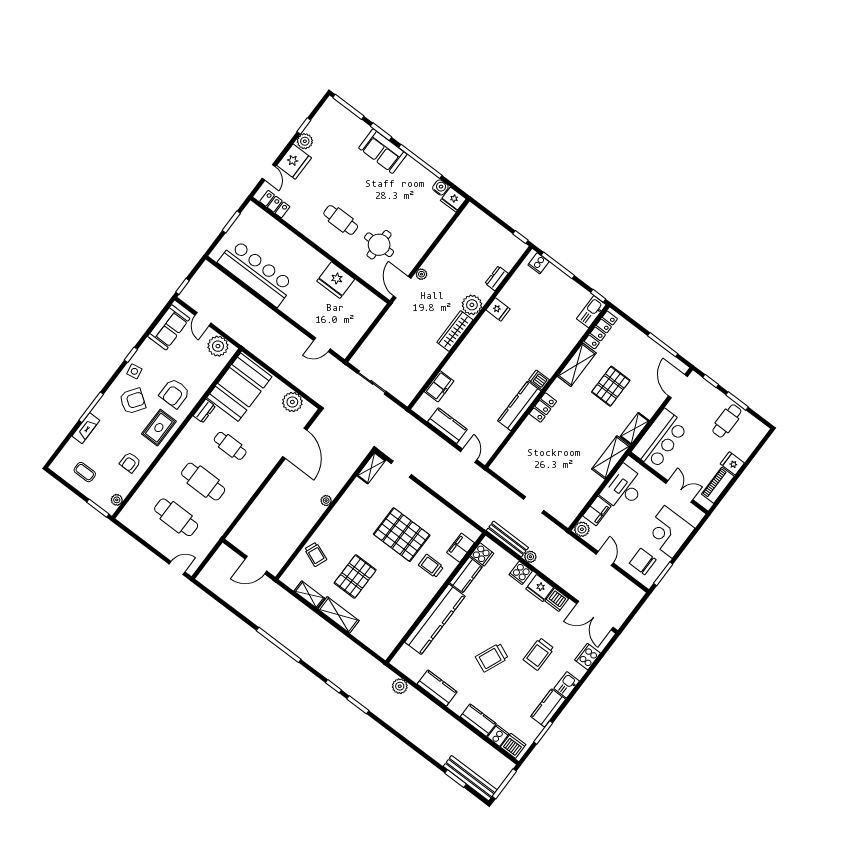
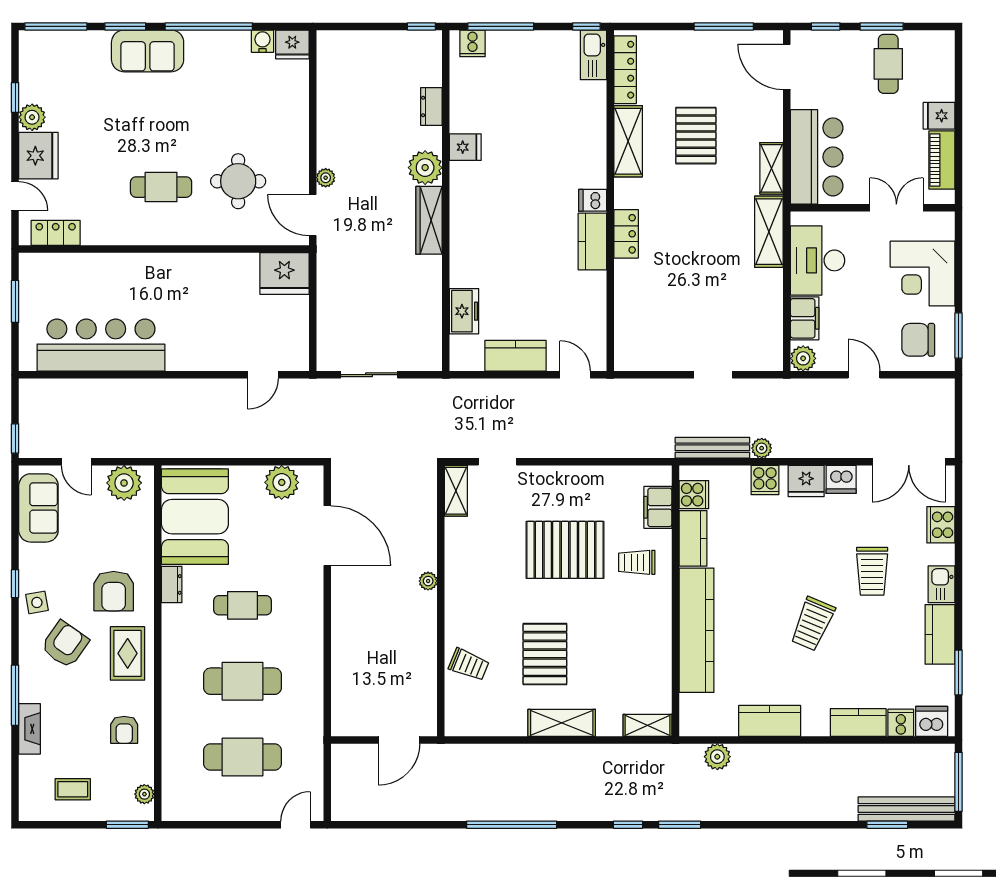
fridge: (336, 280) -> (284, 273), moved
kitchen counter: (519, 406) -> (592, 241), width x0.67
shelving: (309, 595) -> (647, 725), moved

